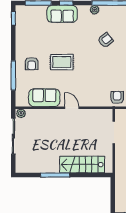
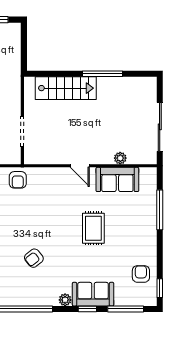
plant: (95, 10) -> (65, 300), moved
rug: (62, 62) -> (93, 228), turned 90
armchair: (32, 64) -> (141, 274), moved
plant: (21, 113) -> (120, 158), moved

